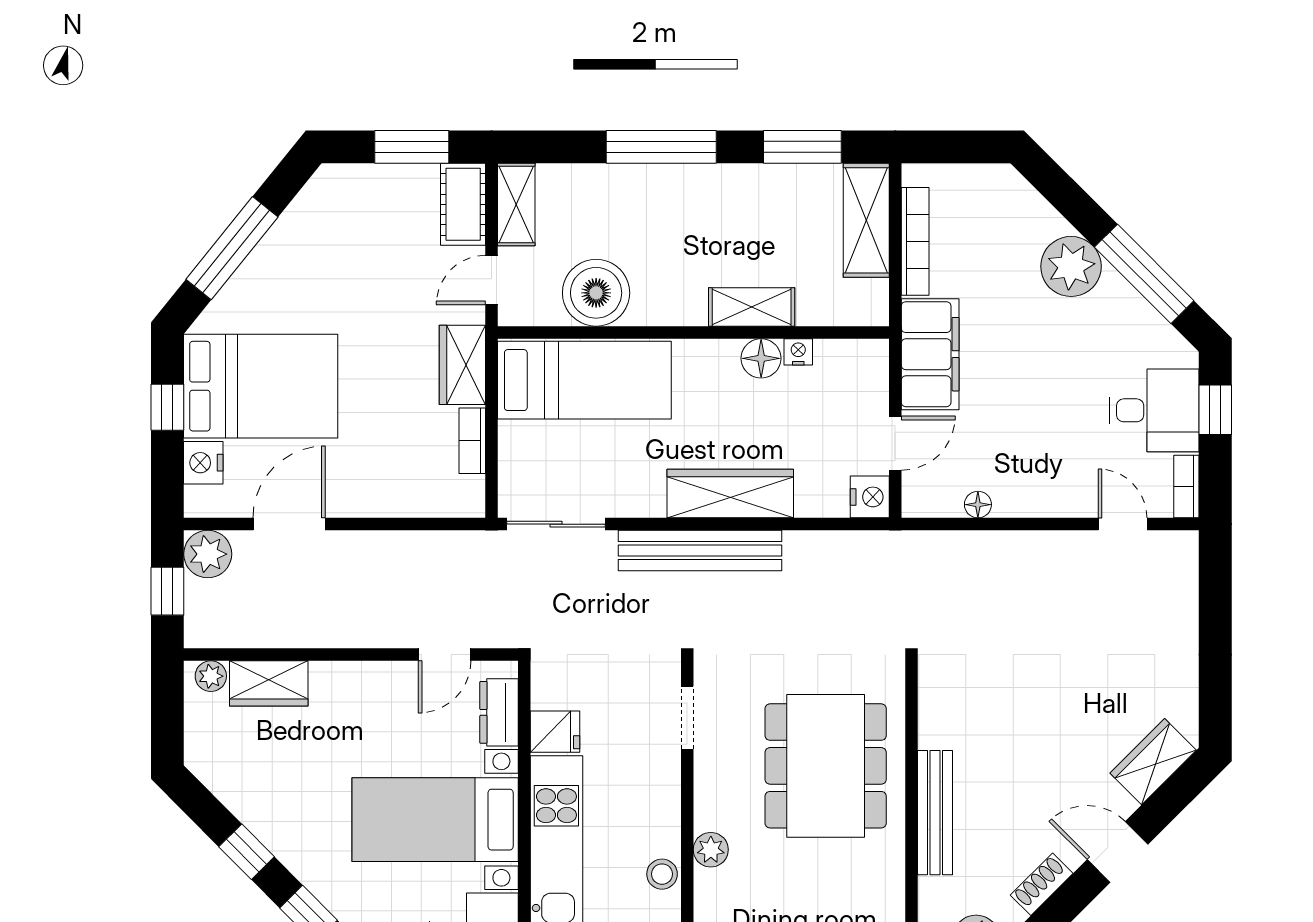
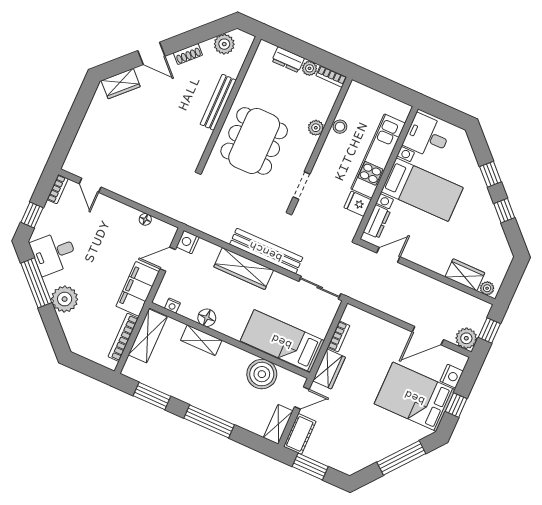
shelving: (866, 220) -> (148, 336), moved
nightstand: (798, 352) -> (172, 306), moved
desk: (1154, 410) -> (54, 253), moved, turned -45

